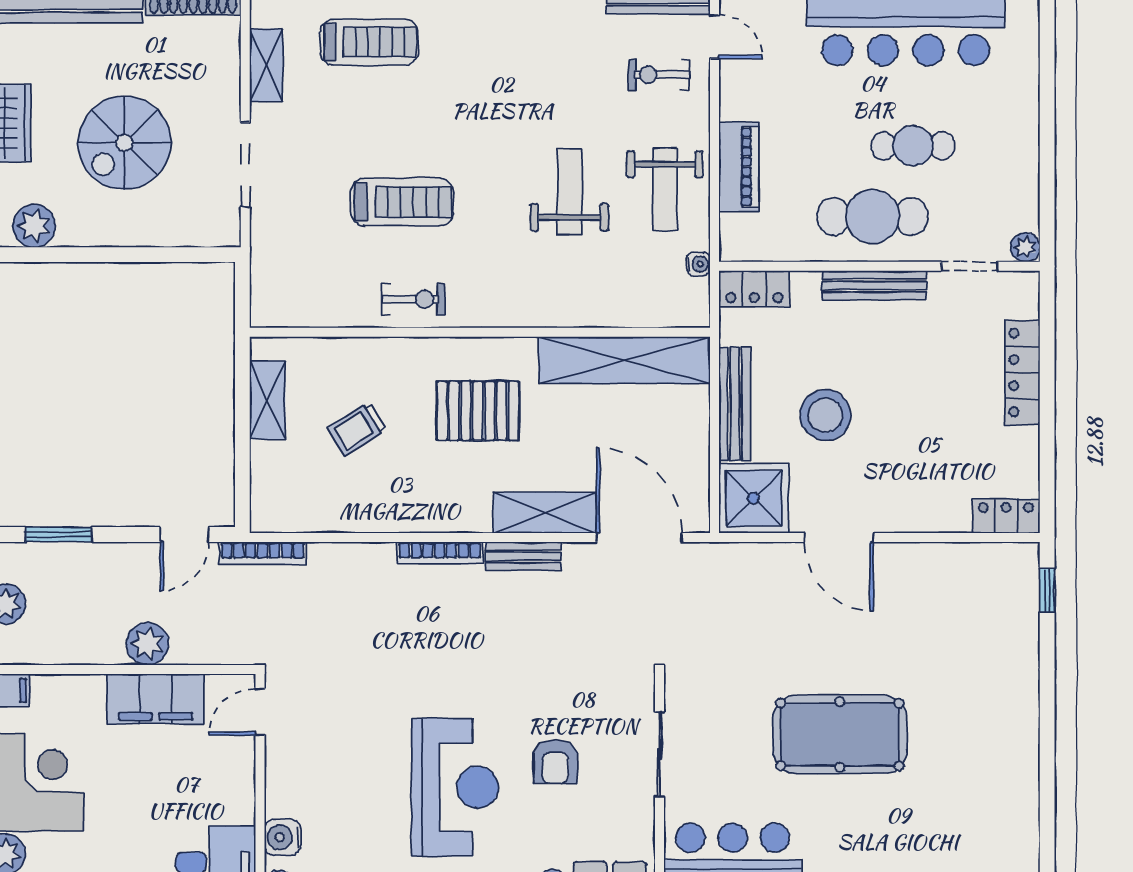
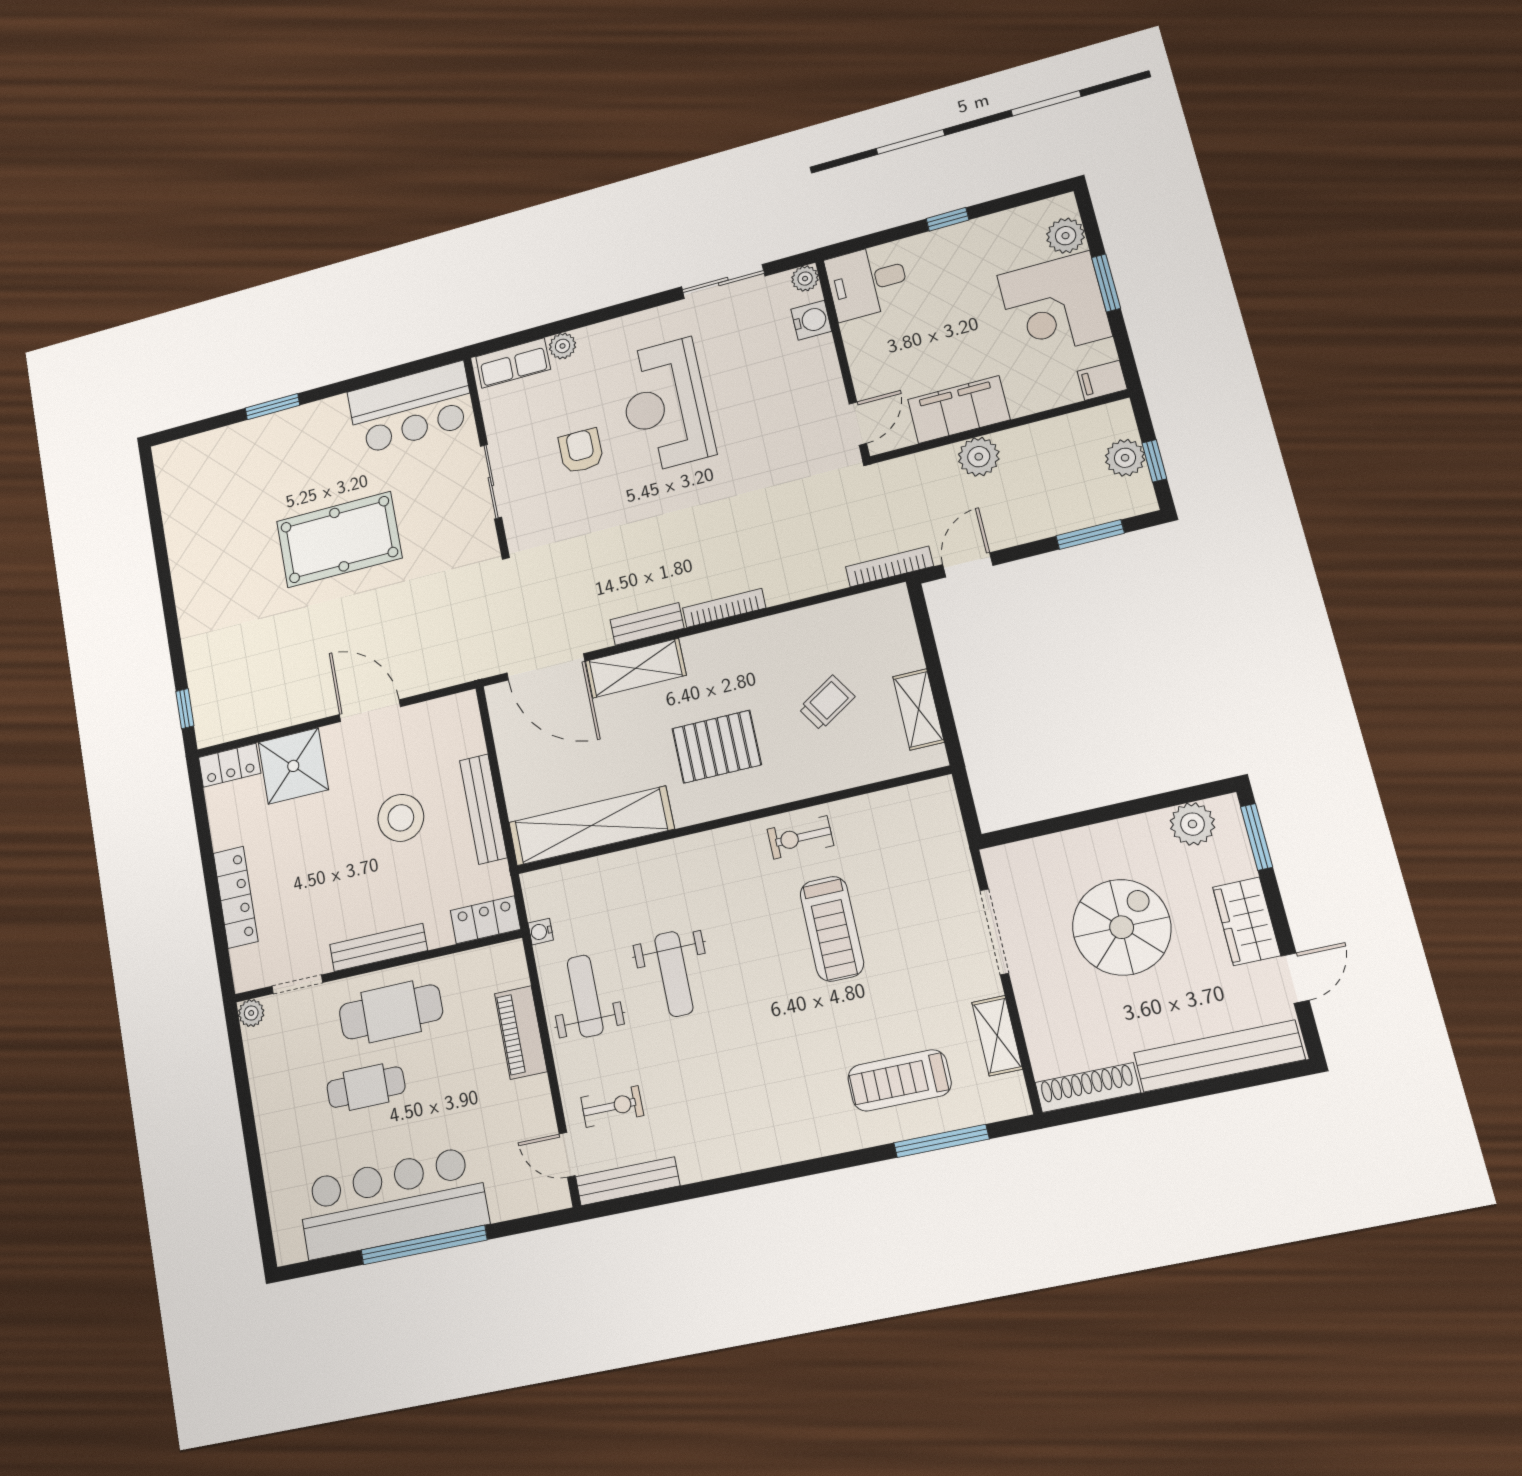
treadmill: (402, 202) -> (832, 929), turned -90
shower: (754, 498) -> (293, 766), moved

